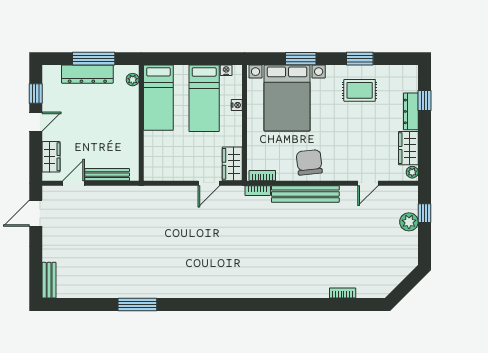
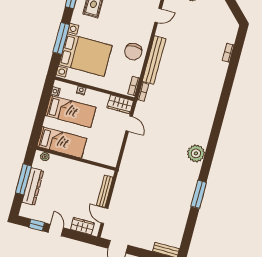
window: (301, 59) -> (61, 38), width x1.44
chair: (309, 162) -> (133, 52), turned -84
door: (368, 183) -> (158, 15), hinge flipped
plant: (193, 286) -> (196, 153), added

